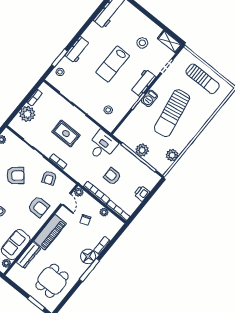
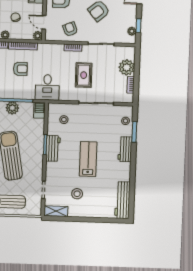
workbench: (143, 83) -> (53, 148), moved
barbecue: (149, 98) -> (39, 110), moved
rug: (66, 134) -> (84, 75), turned 90

